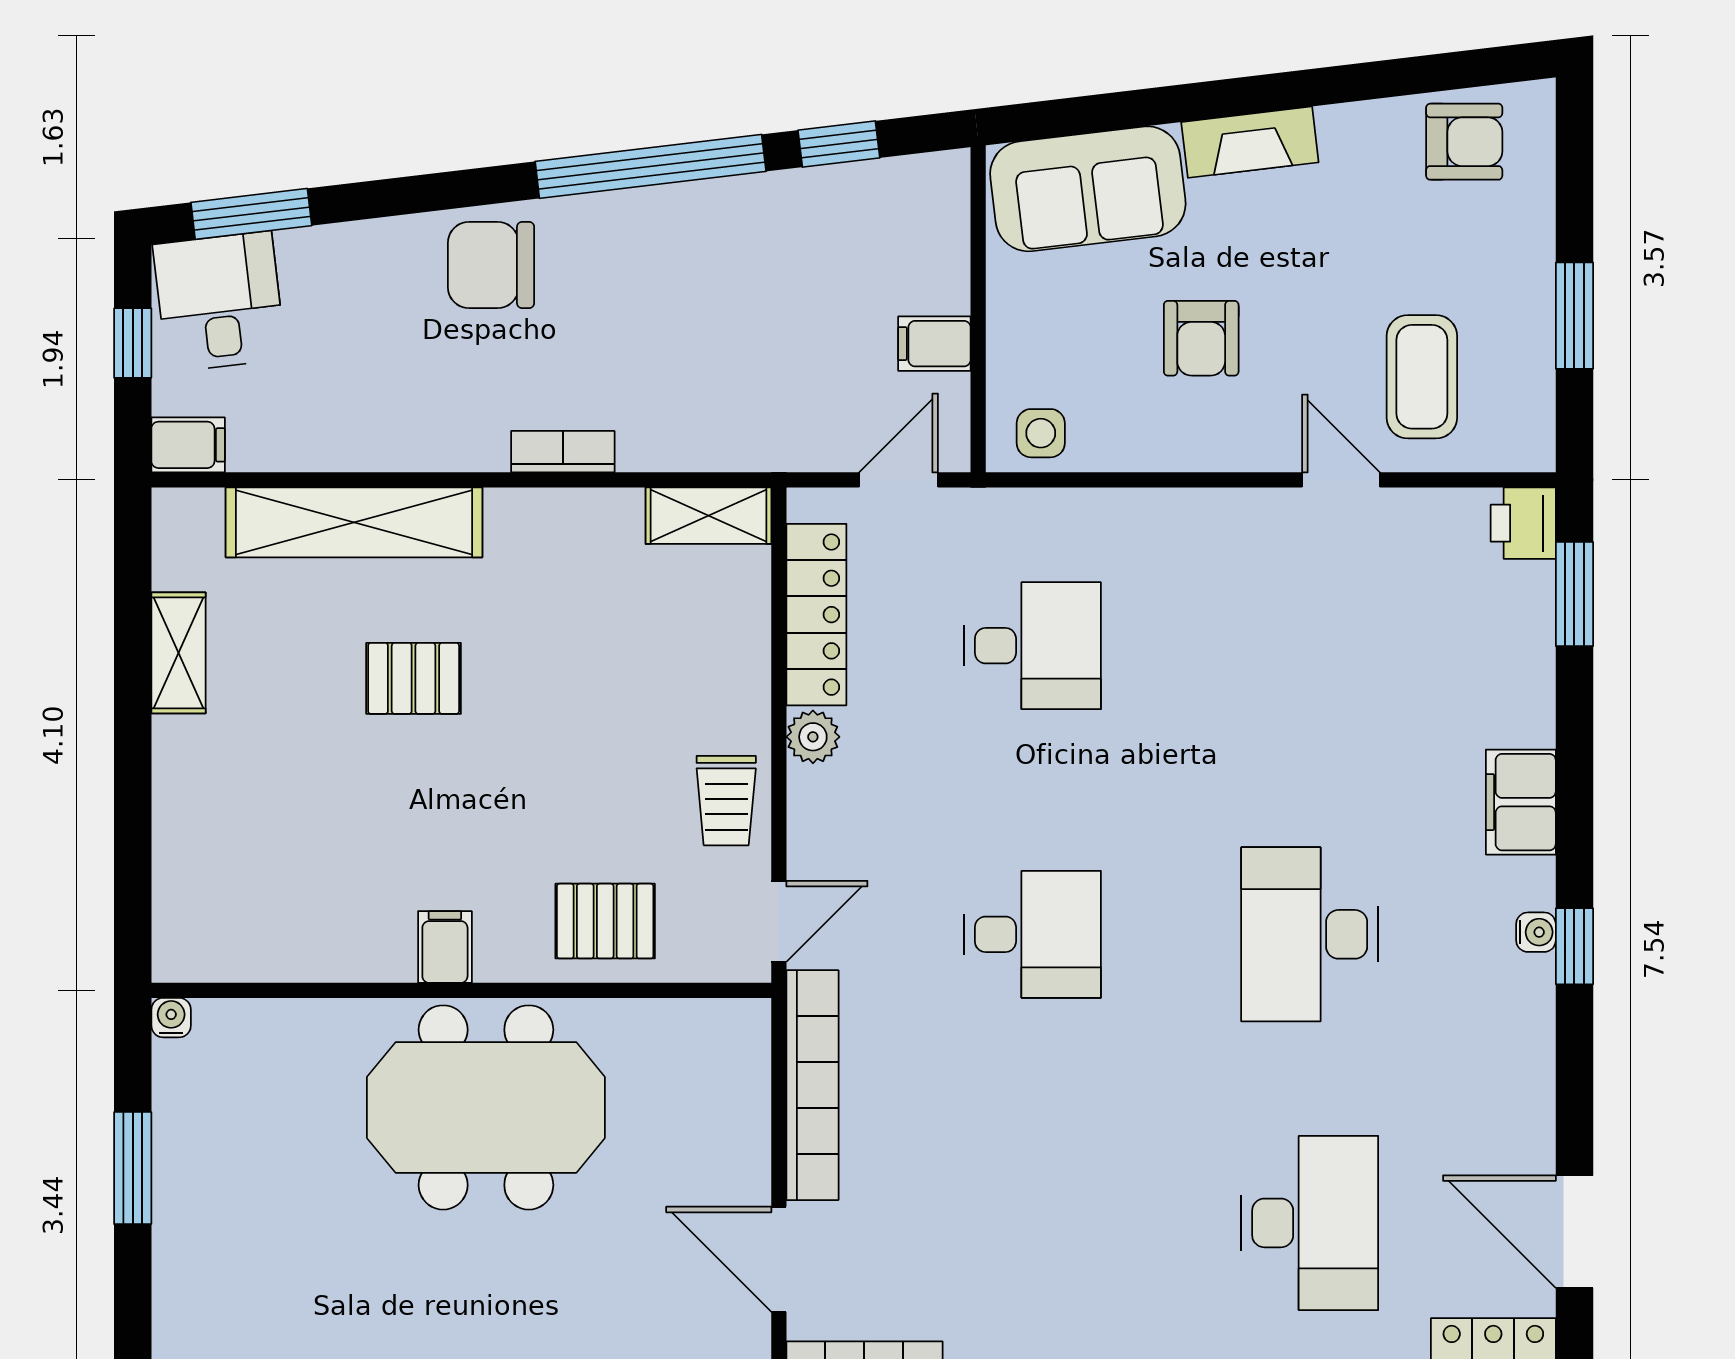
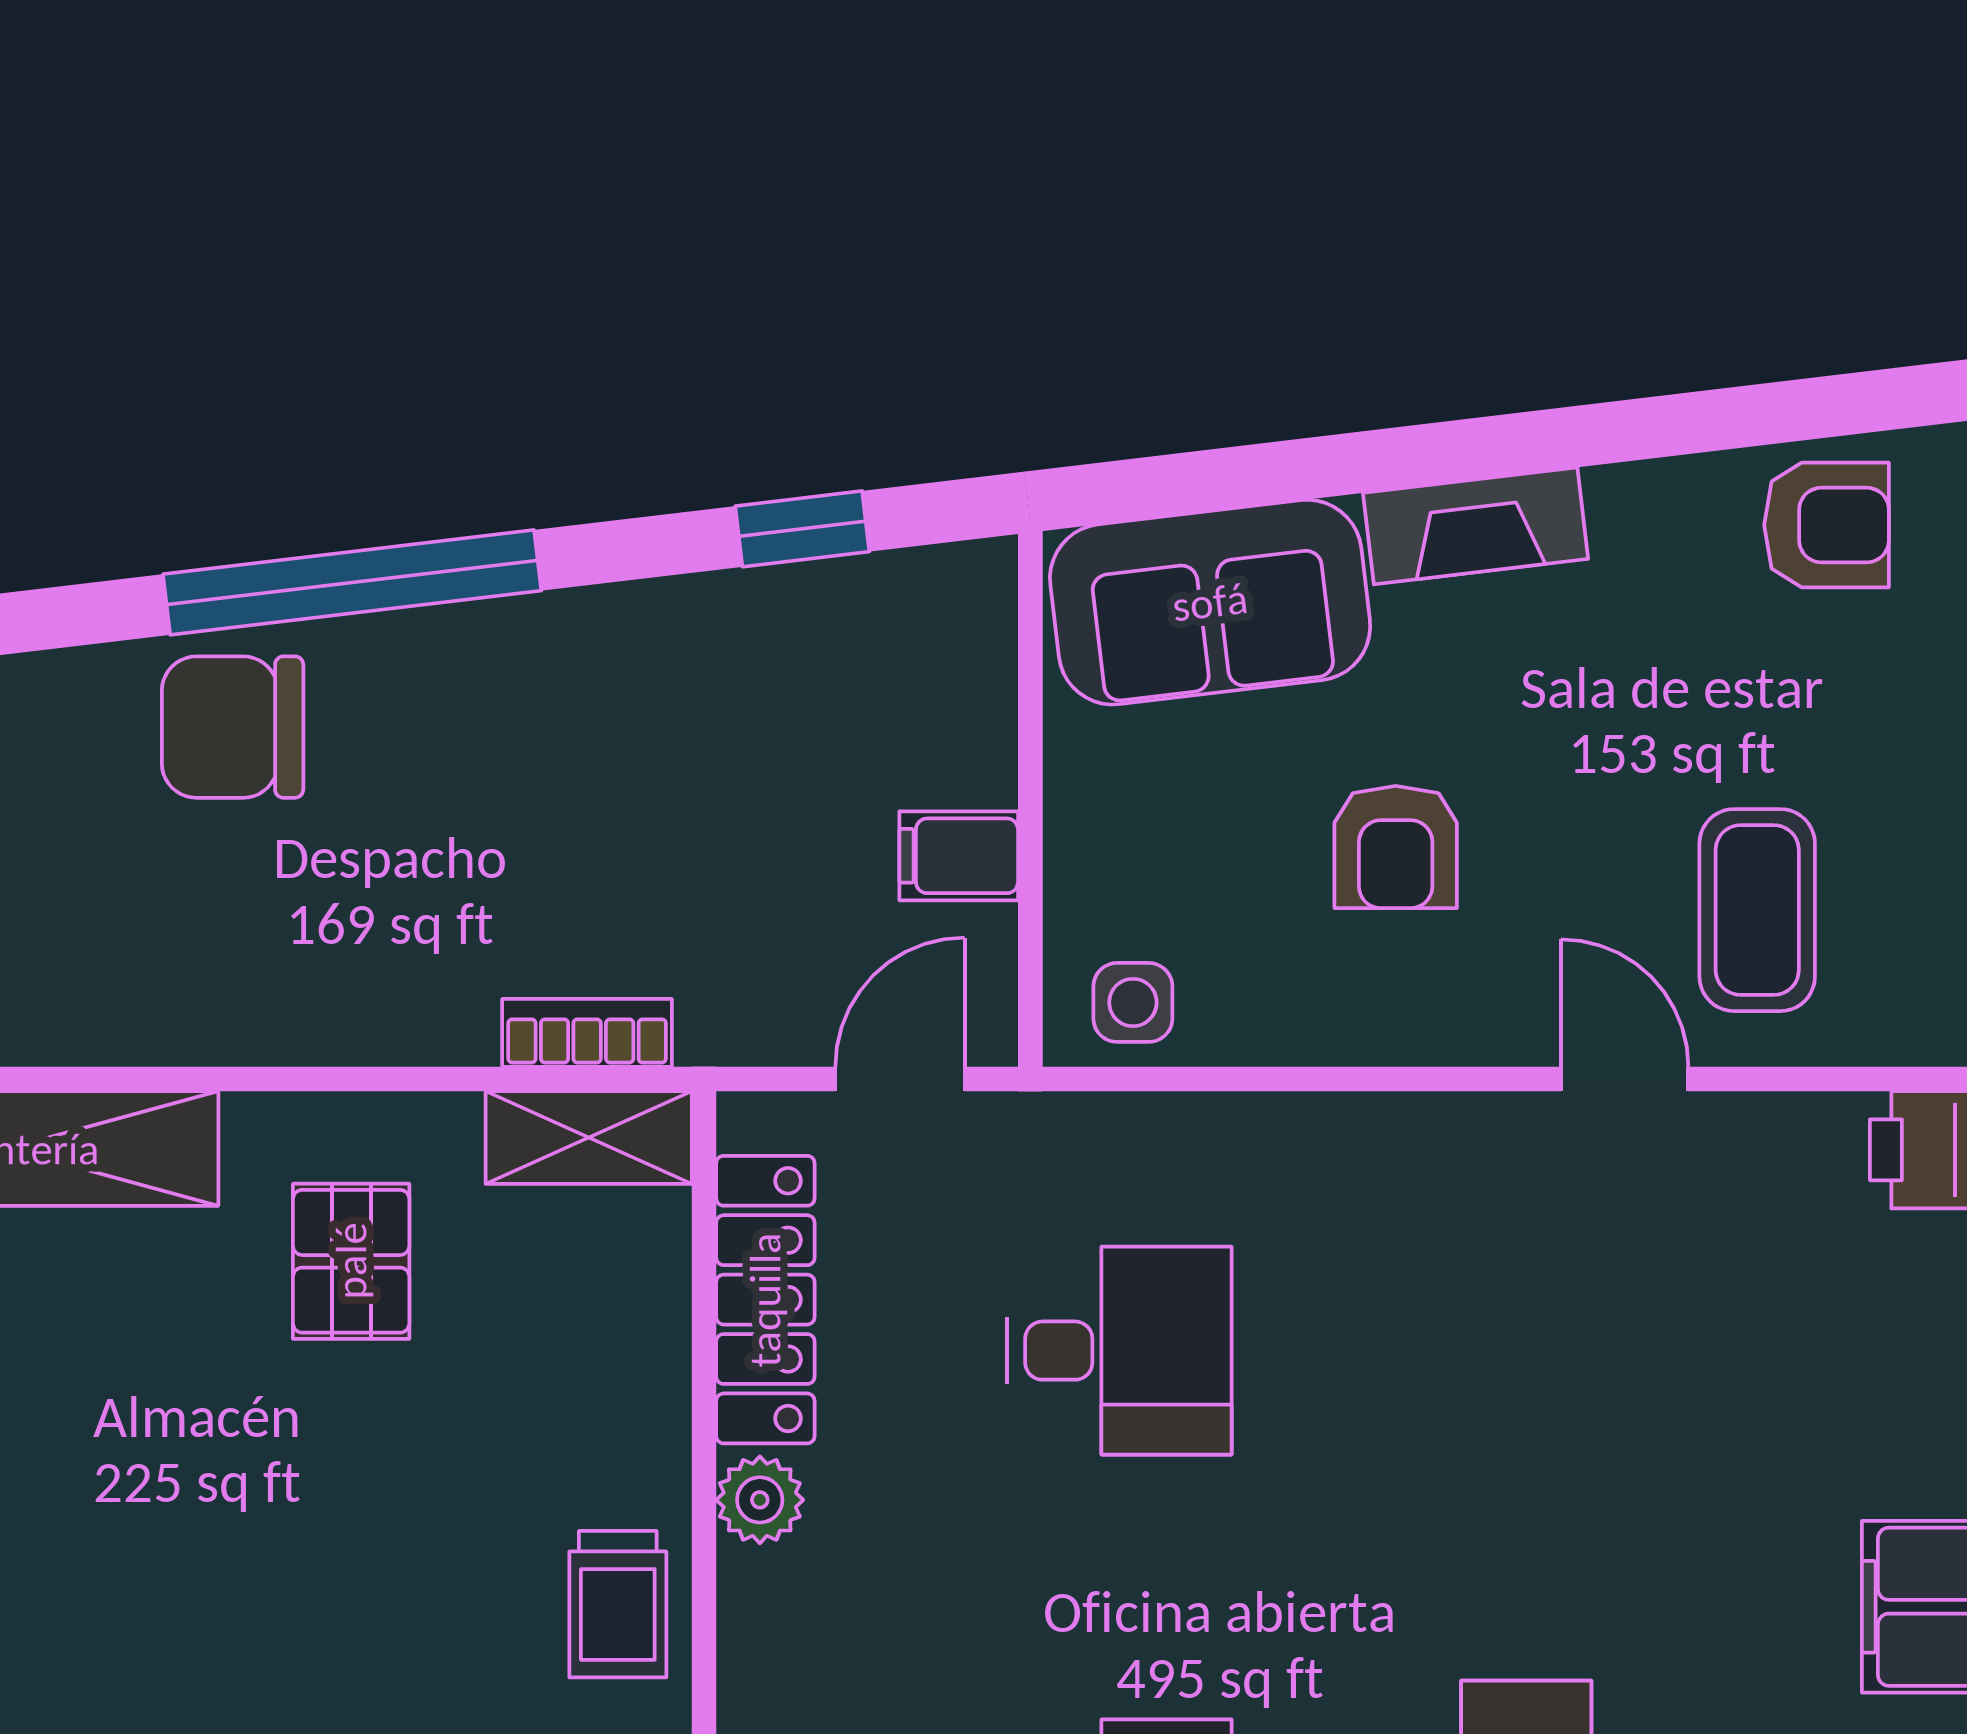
window: (651, 166) -> (352, 582), moved
bookcase: (563, 452) -> (587, 1033), moved
pallet: (414, 678) -> (351, 1261), moved, turned 90

